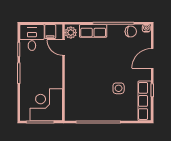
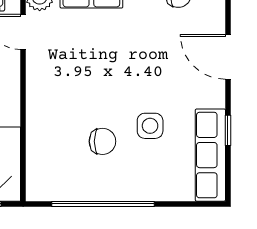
door: (152, 58) -> (228, 57), hinge flipped
chair: (98, 95) -> (102, 141), added

